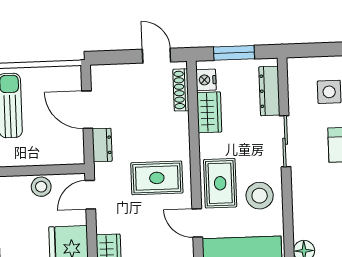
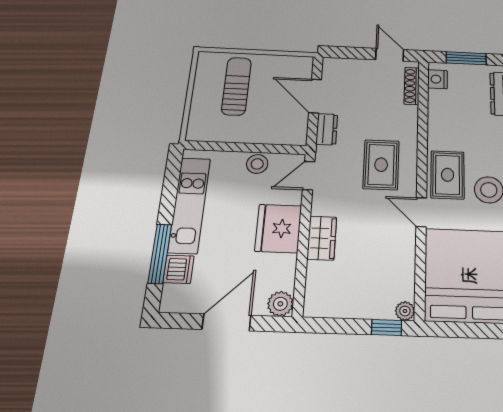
wardrobe: (209, 112) -> (439, 108), removed
rug: (157, 178) -> (381, 165), turned 90

